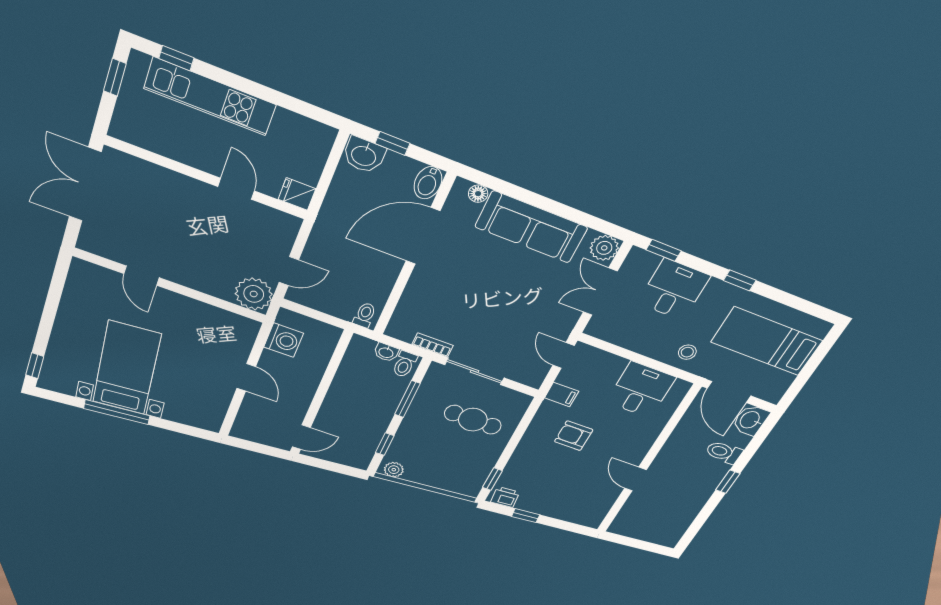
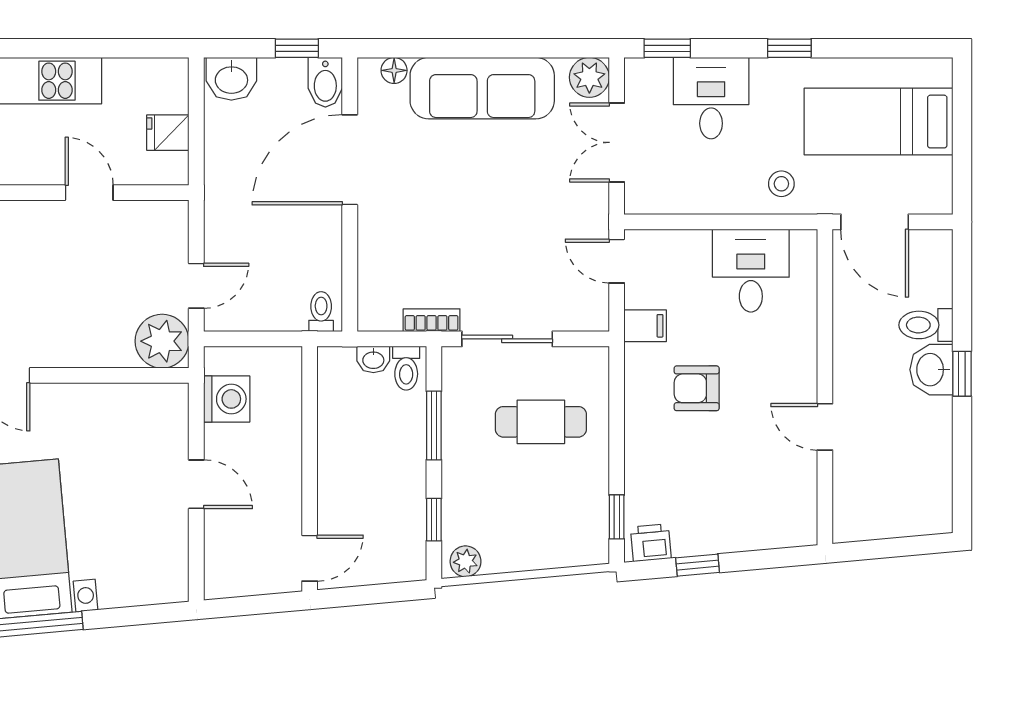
window: (392, 143) -> (297, 48), moved
fridge: (297, 194) -> (168, 133), moved
washbasin: (750, 420) -> (931, 370), moved

